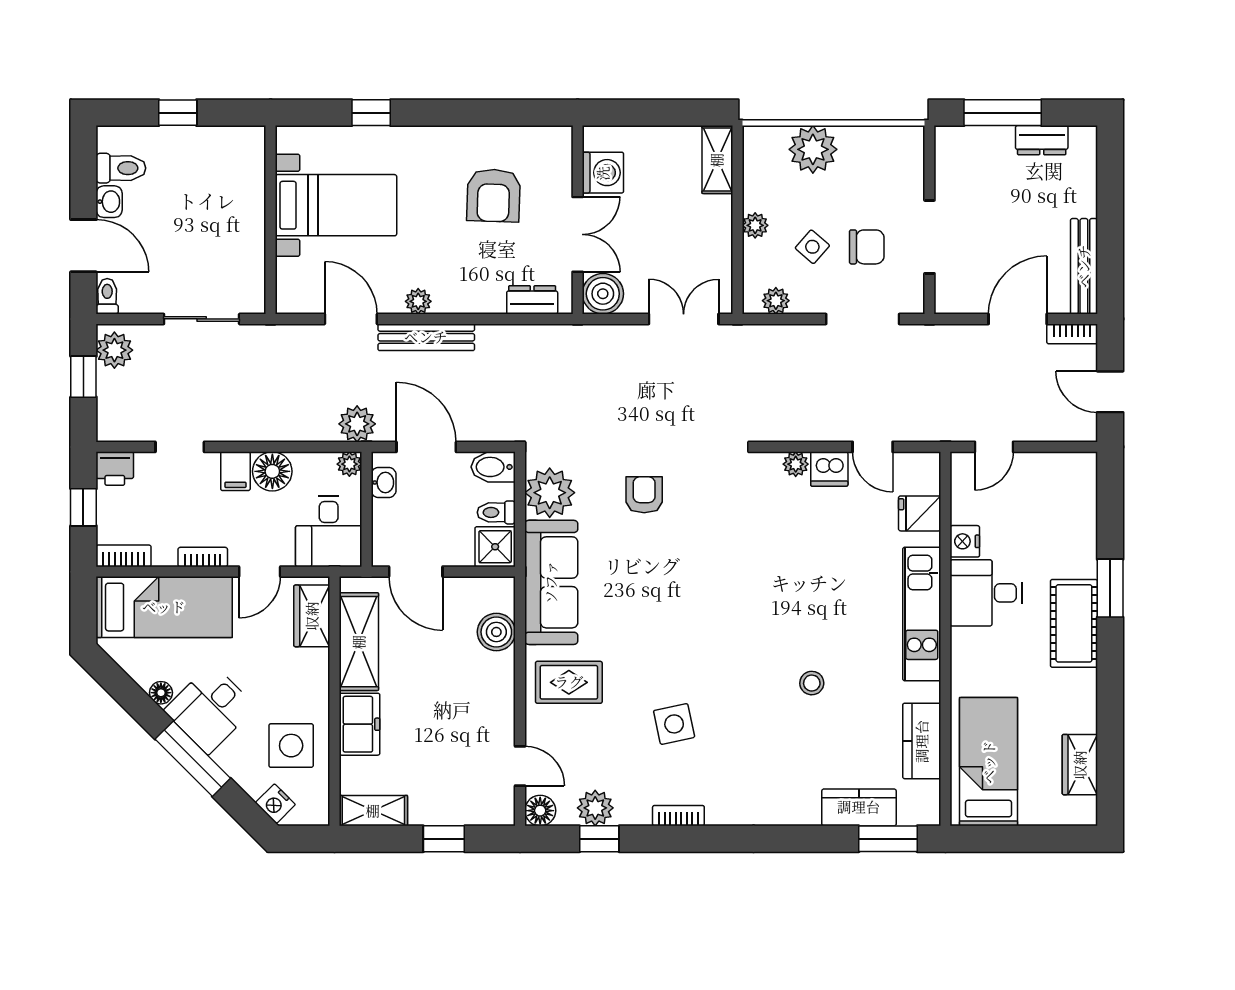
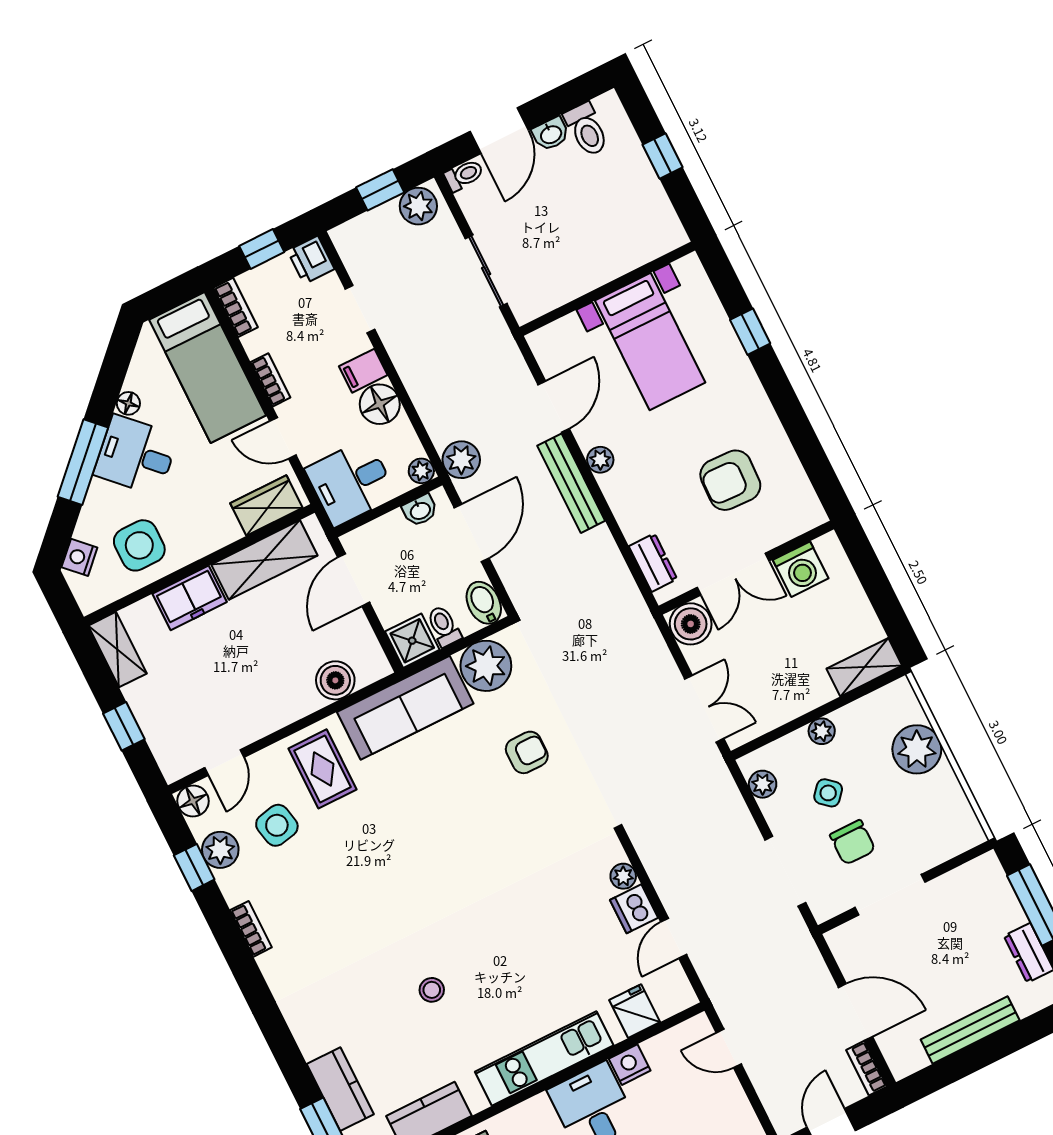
bench: (1084, 266) -> (970, 1030), moved
side table: (674, 724) -> (277, 825), moved

